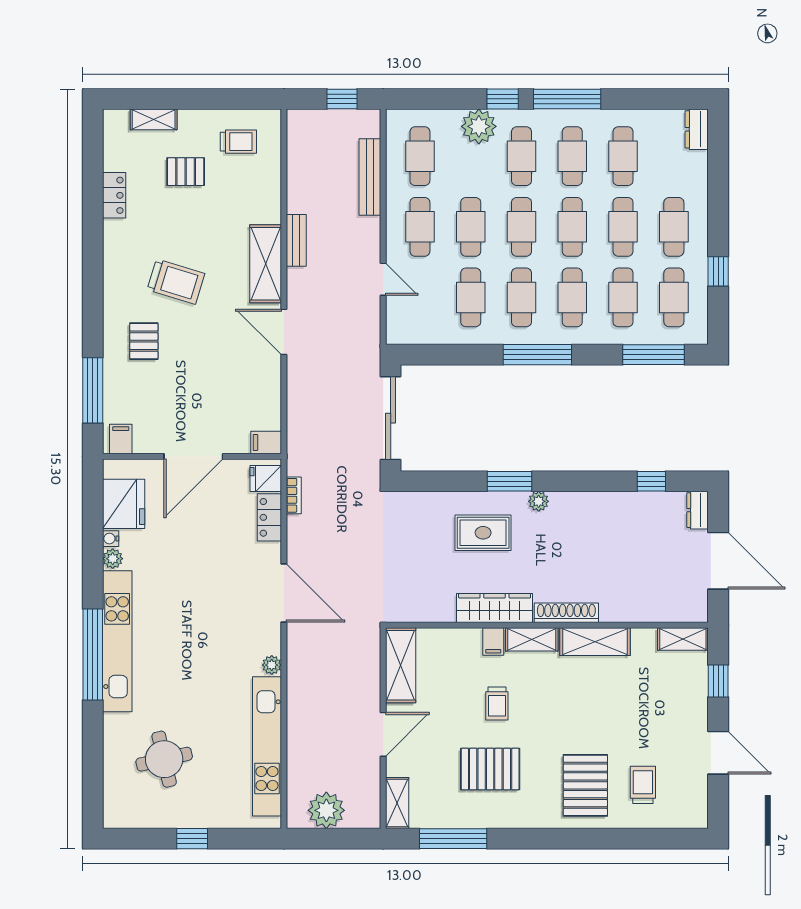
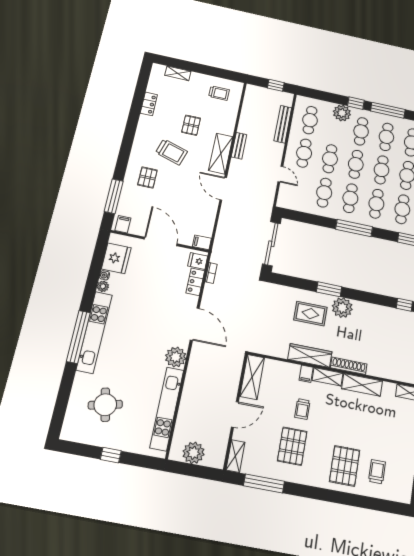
pallet: (186, 172) -> (191, 125), moved, turned 90
door: (193, 456) -> (161, 241), swing flipped
plant: (539, 501) -> (342, 308), width x1.88, depth x1.88
plant: (272, 665) -> (176, 357), width x1.88, depth x1.88
pallet: (490, 769) -> (292, 446), turned 90

